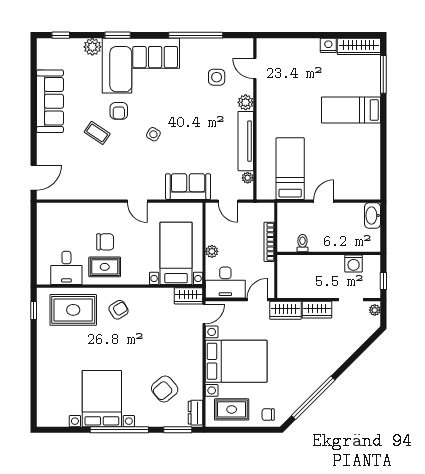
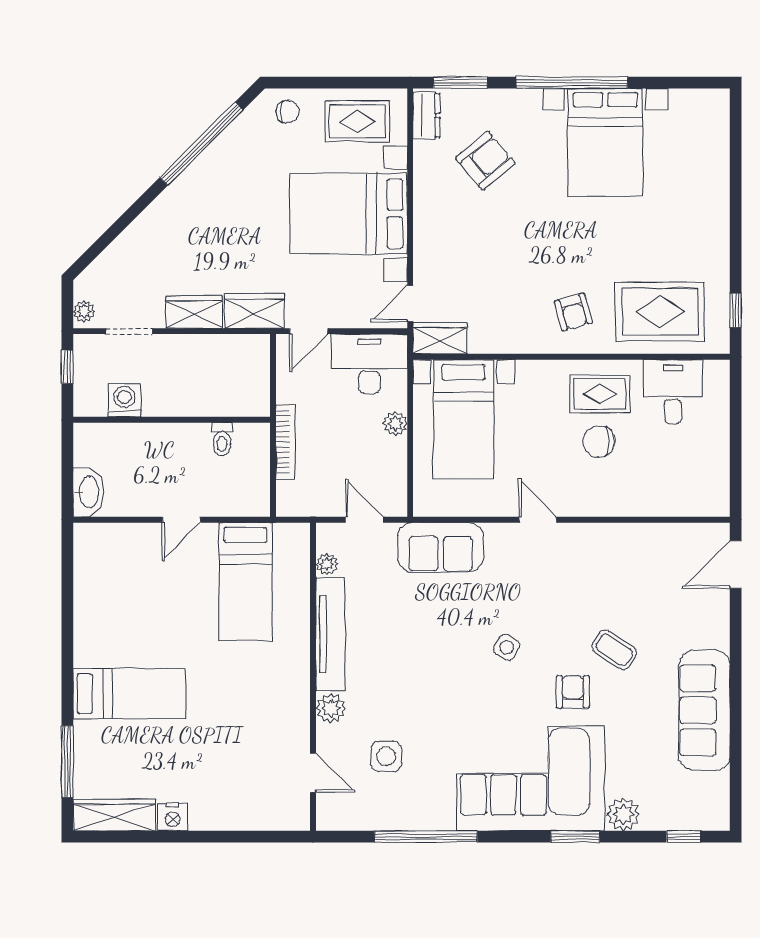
armchair: (119, 310) -> (573, 312), turned -74

